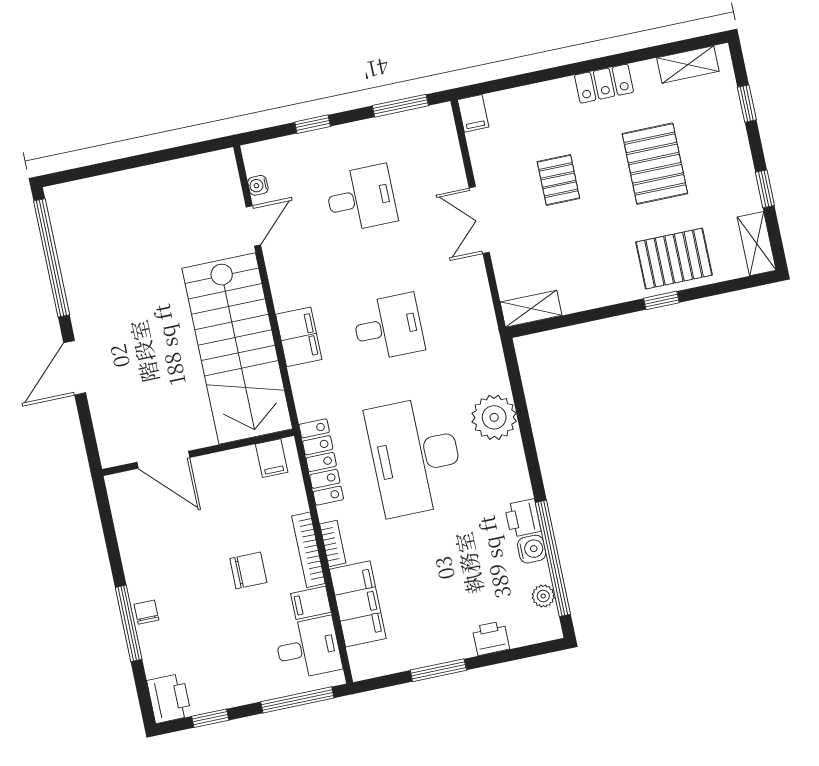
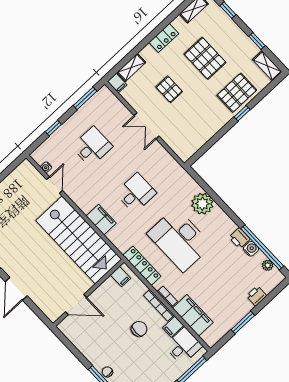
shelving: (531, 309) -> (131, 67), moved

